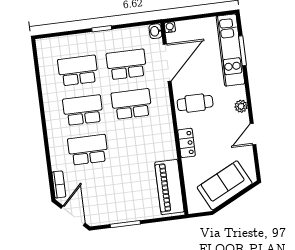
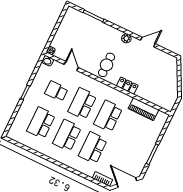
kitchen unit: (230, 50) -> (88, 23), removed
door: (167, 63) -> (71, 66), width x0.53
school desk: (127, 64) -> (56, 91), width x0.54
door: (253, 134) -> (148, 42), swing flipped
school desk: (137, 144) -> (108, 116), added
sofa: (225, 185) -> (168, 79), removed
piano: (169, 187) -> (143, 109), width x0.73, depth x0.75

